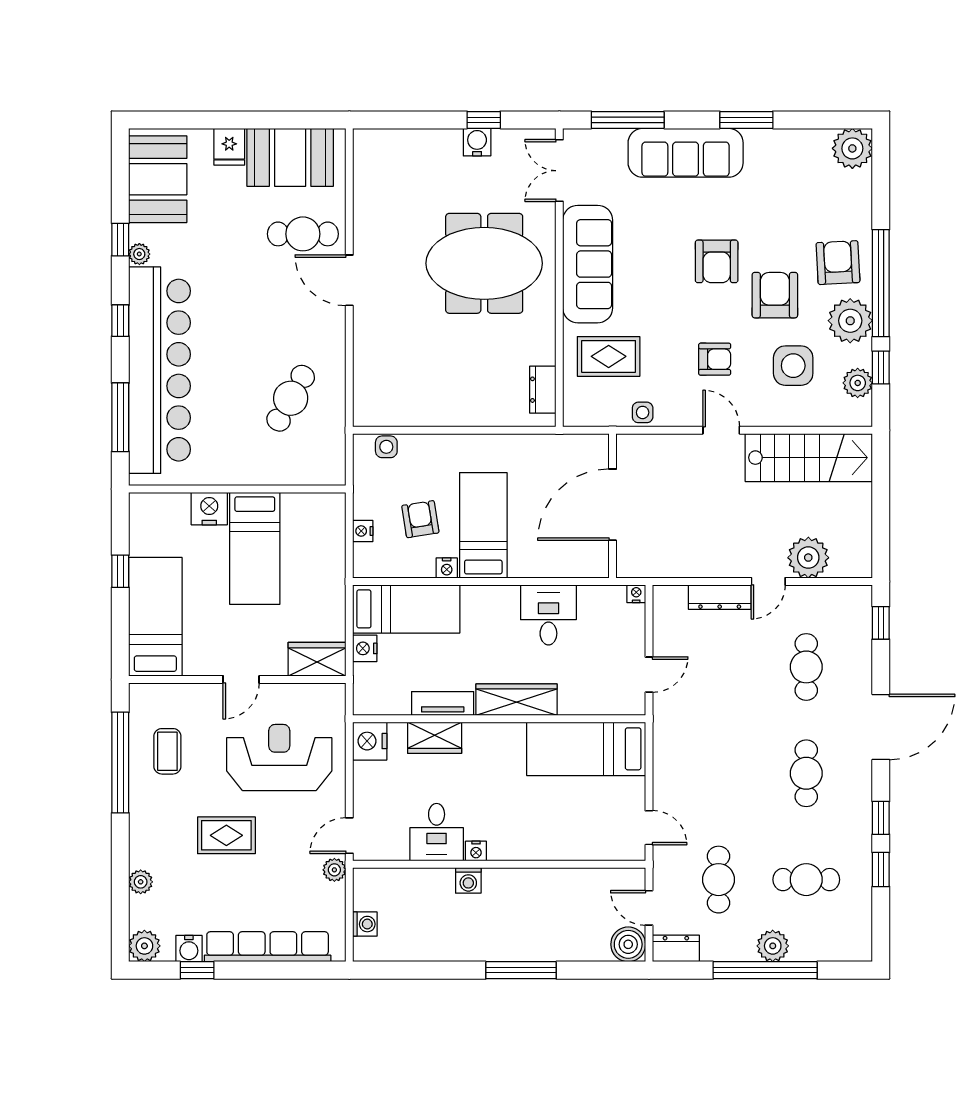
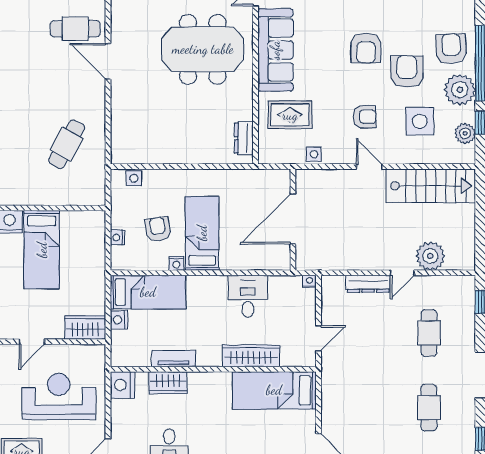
wardrobe: (517, 700) -> (251, 356), moved

